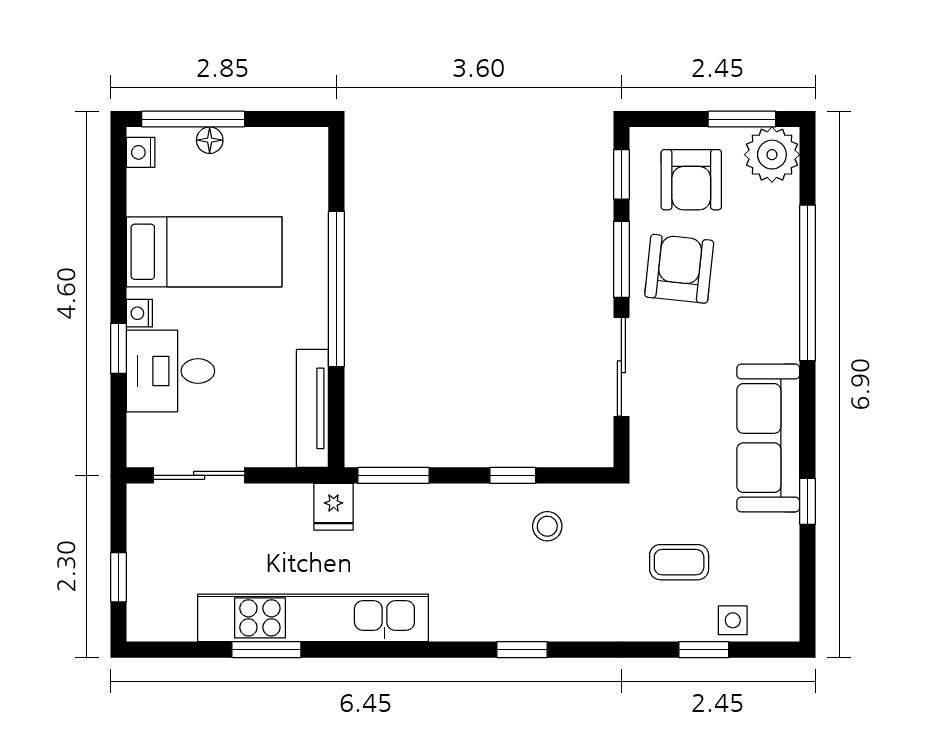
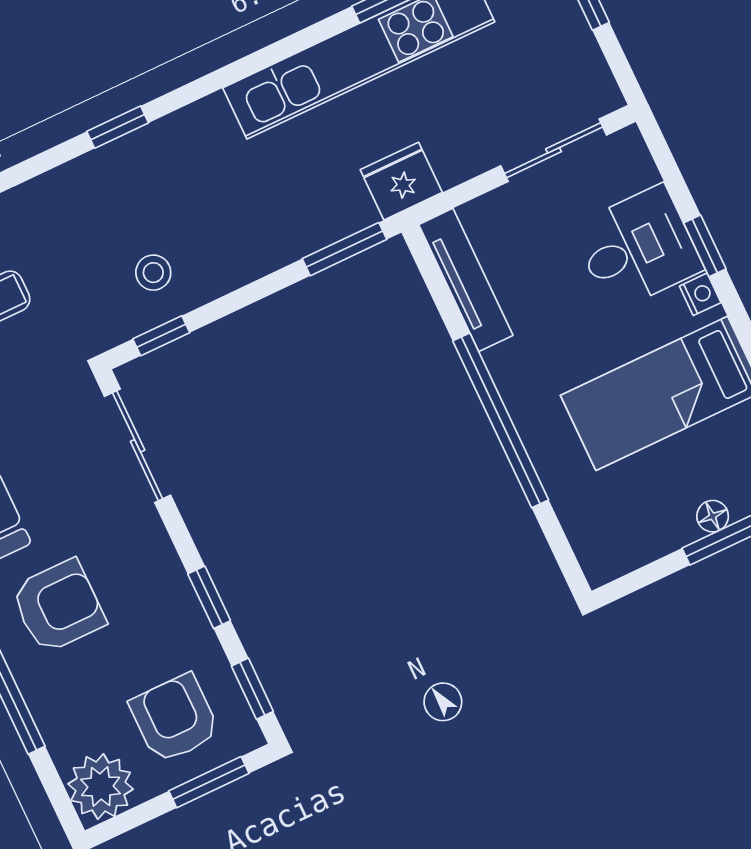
window: (742, 119) -> (209, 782), moved
window: (621, 259) -> (209, 597), width x0.67
armchair: (679, 269) -> (58, 606), moved, turned -96
sliding door: (621, 367) -> (138, 446), moved
window: (513, 475) -> (161, 336), moved
fridge: (334, 507) -> (401, 181), width x1.38

